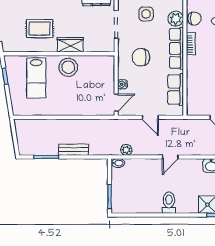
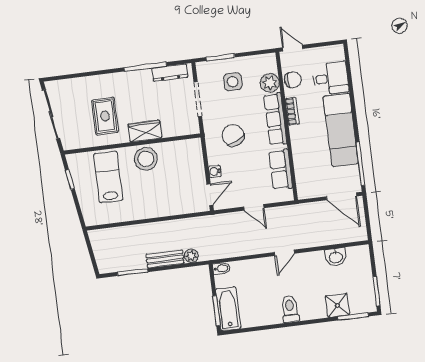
rug: (40, 29) -> (105, 116), turned 90
chair: (141, 57) -> (233, 135), turned 64
lab bench: (36, 78) -> (108, 177), turned 180
plant: (126, 150) -> (191, 256), moved
bathtub: (119, 196) -> (228, 309), added

